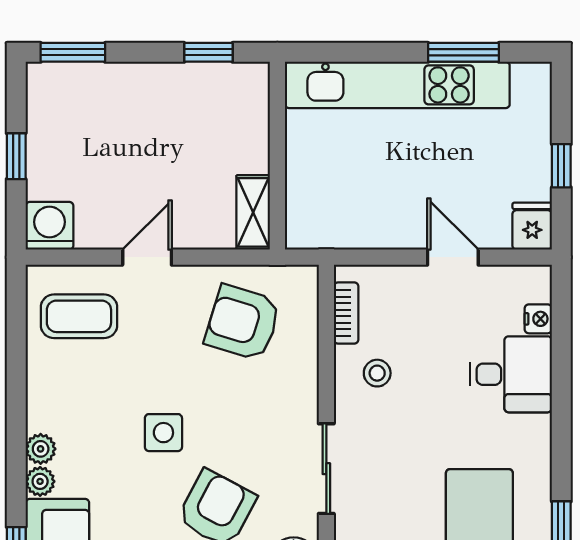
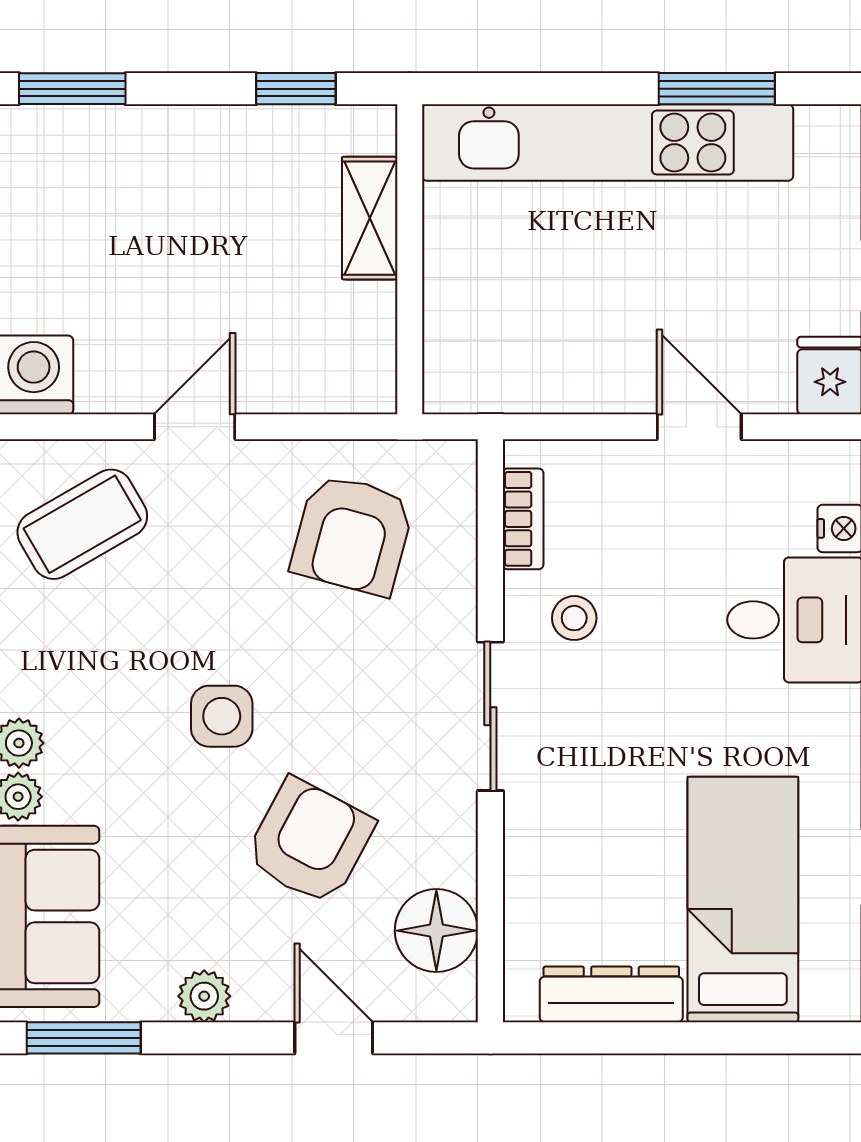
shelving: (253, 212) -> (370, 218), moved
coffee table: (79, 316) -> (82, 524), turned -30
armchair: (243, 323) -> (352, 535), turned -92
sliding door: (326, 469) -> (490, 716), moved

